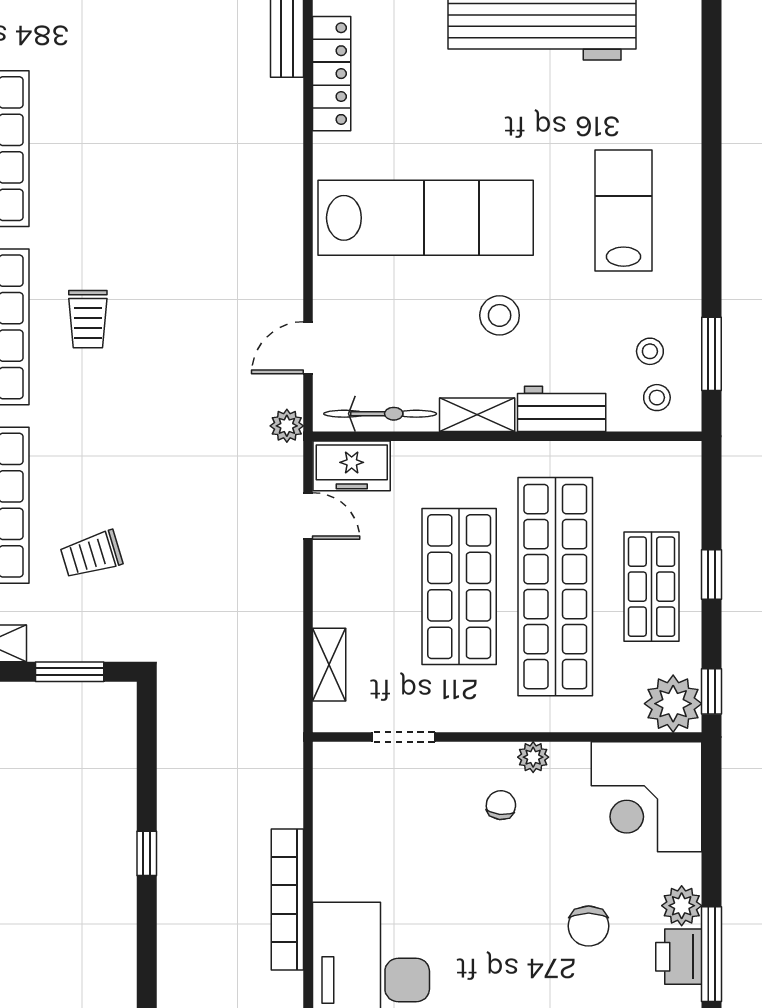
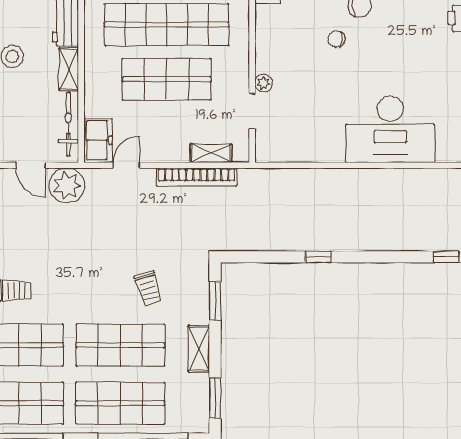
plant: (287, 426) -> (67, 186), width x1.88, depth x1.88
plant: (533, 757) -> (264, 83), moved
chair: (501, 805) -> (337, 39), moved
bookcase: (287, 899) -> (197, 177), moved

